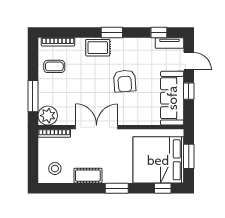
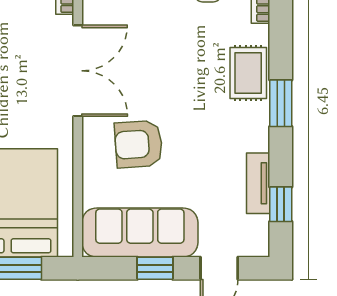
tv unit: (169, 43) -> (258, 183), moved
armchair: (125, 81) -> (139, 144), moved

